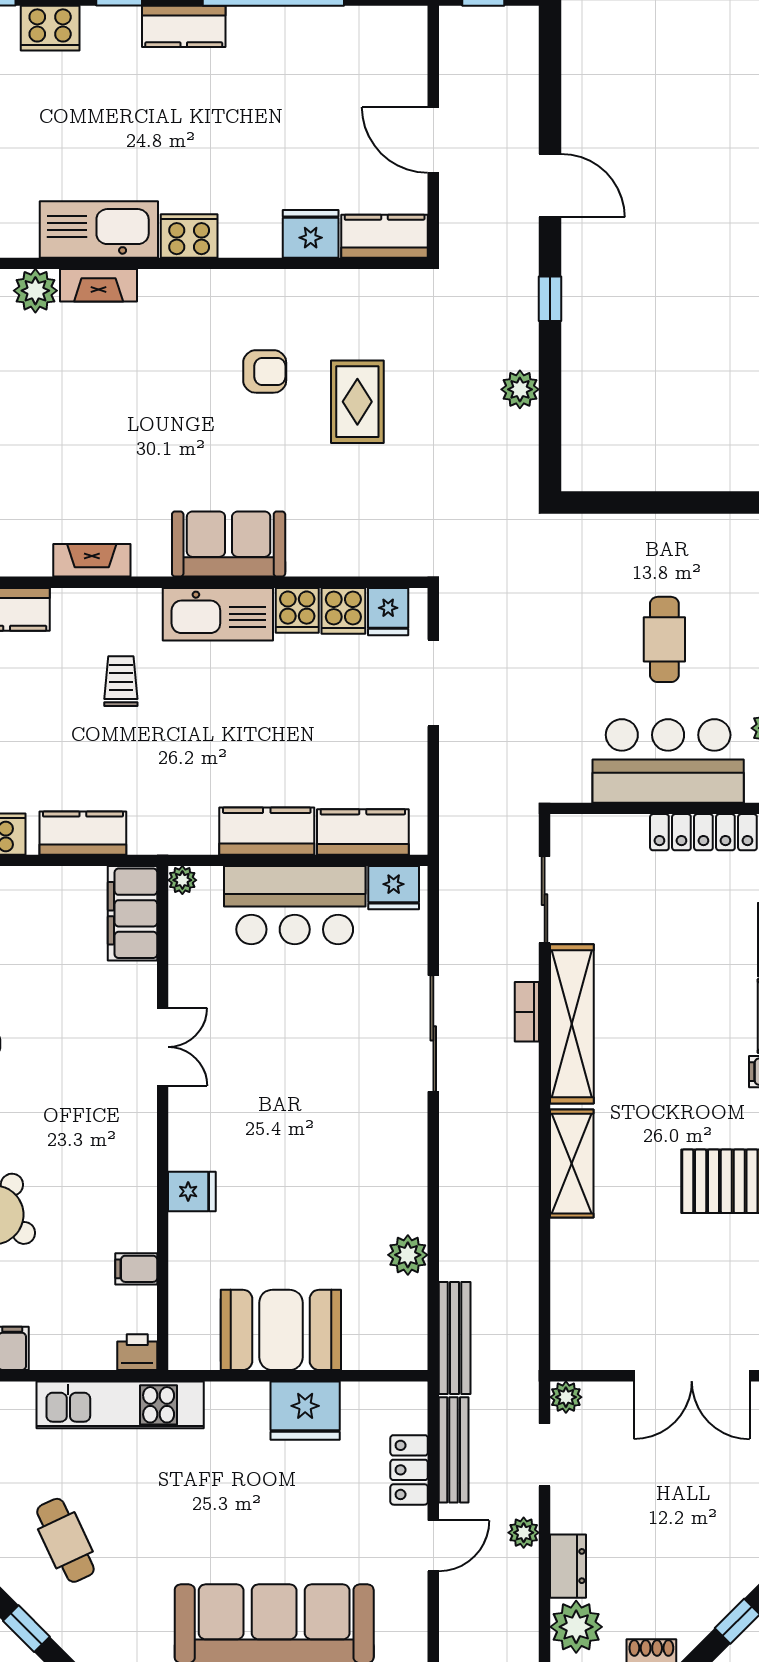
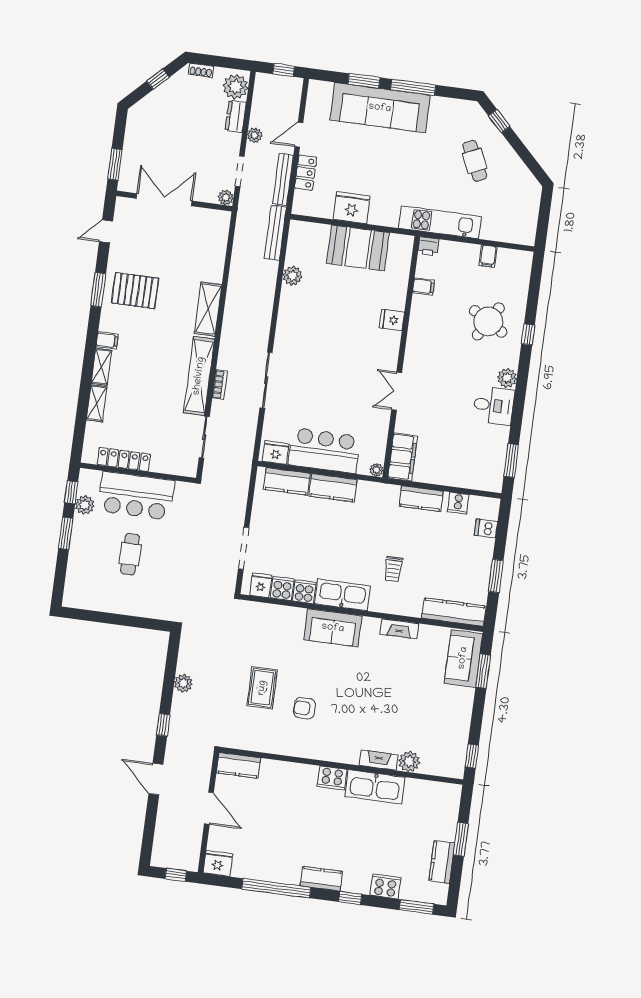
fridge: (311, 234) -> (218, 863), moved, turned 180

